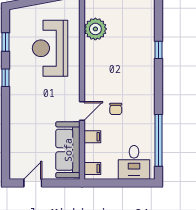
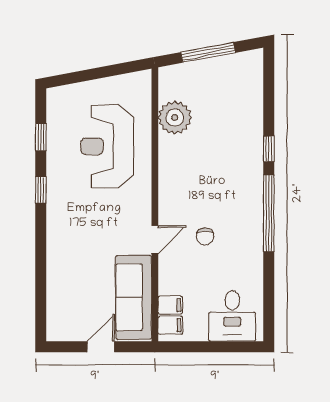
filing cabinet: (92, 137) -> (170, 305), moved
window: (159, 140) -> (269, 213), moved
door: (33, 183) -> (101, 347), moved

